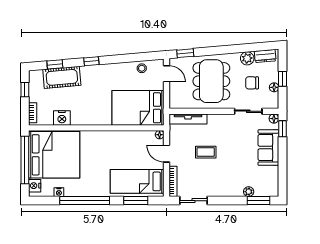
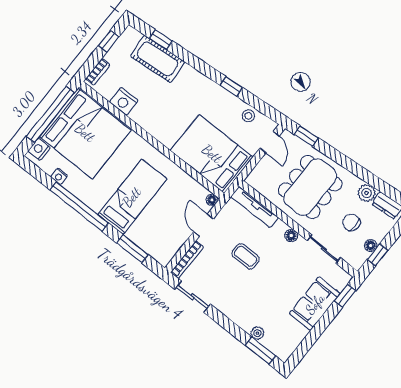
window: (91, 61) -> (231, 86), moved
window: (283, 79) -> (378, 255), moved
floor lamp: (274, 119) -> (291, 236), moved
bed: (137, 181) -> (132, 197), moved, turned 90

